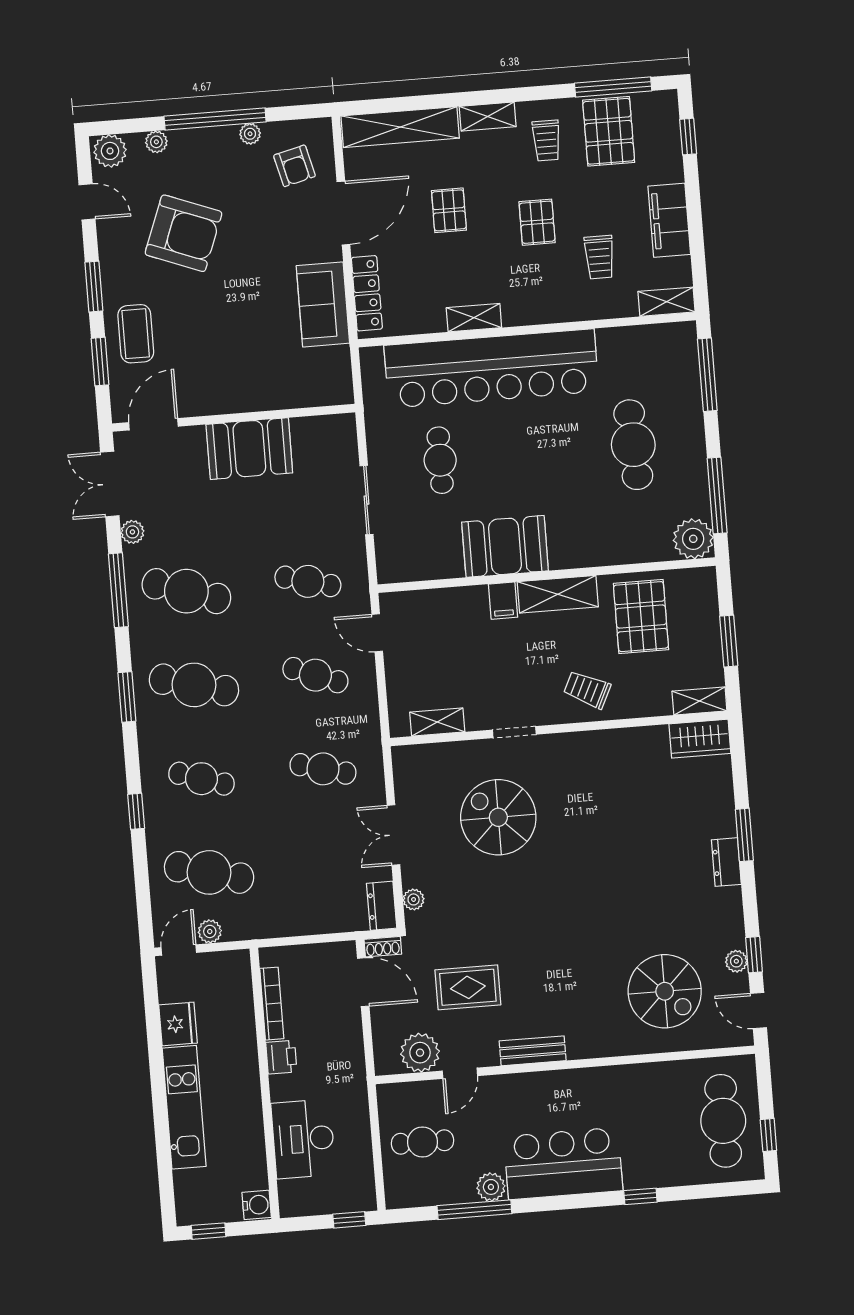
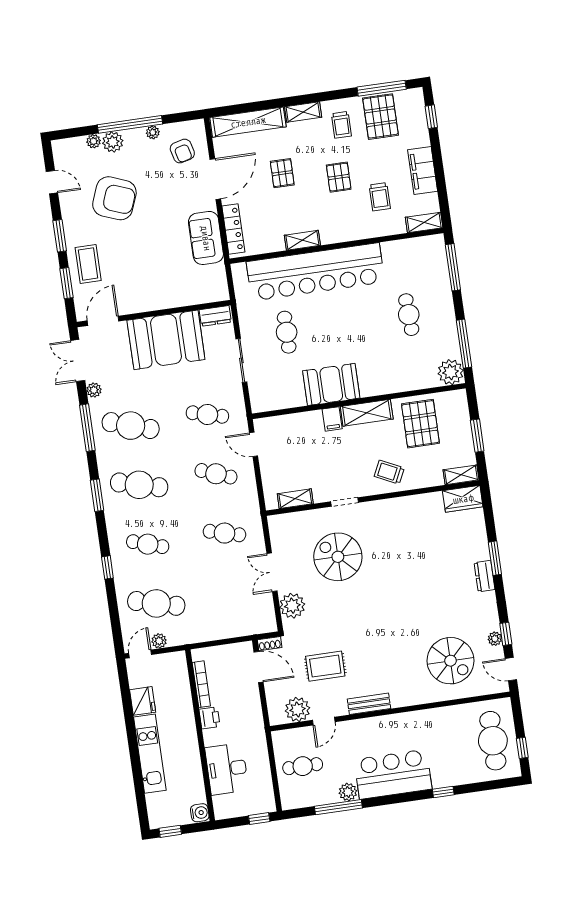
plant: (110, 151) -> (113, 142), moved
cafe table: (633, 445) -> (409, 315), width x0.73, depth x0.74
booth: (249, 449) -> (166, 340), width x1.36, depth x1.42
plant: (414, 899) -> (292, 606), width x1.88, depth x1.88
dresser: (382, 906) -> (215, 316), moved, turned -90

